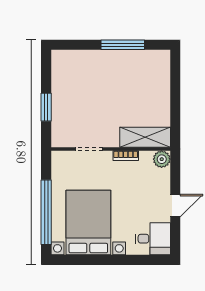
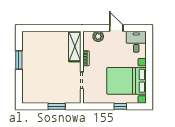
window: (123, 45) -> (19, 60), width x0.69
plant: (162, 159) -> (98, 36), moved
window: (46, 212) -> (120, 106), width x0.32

